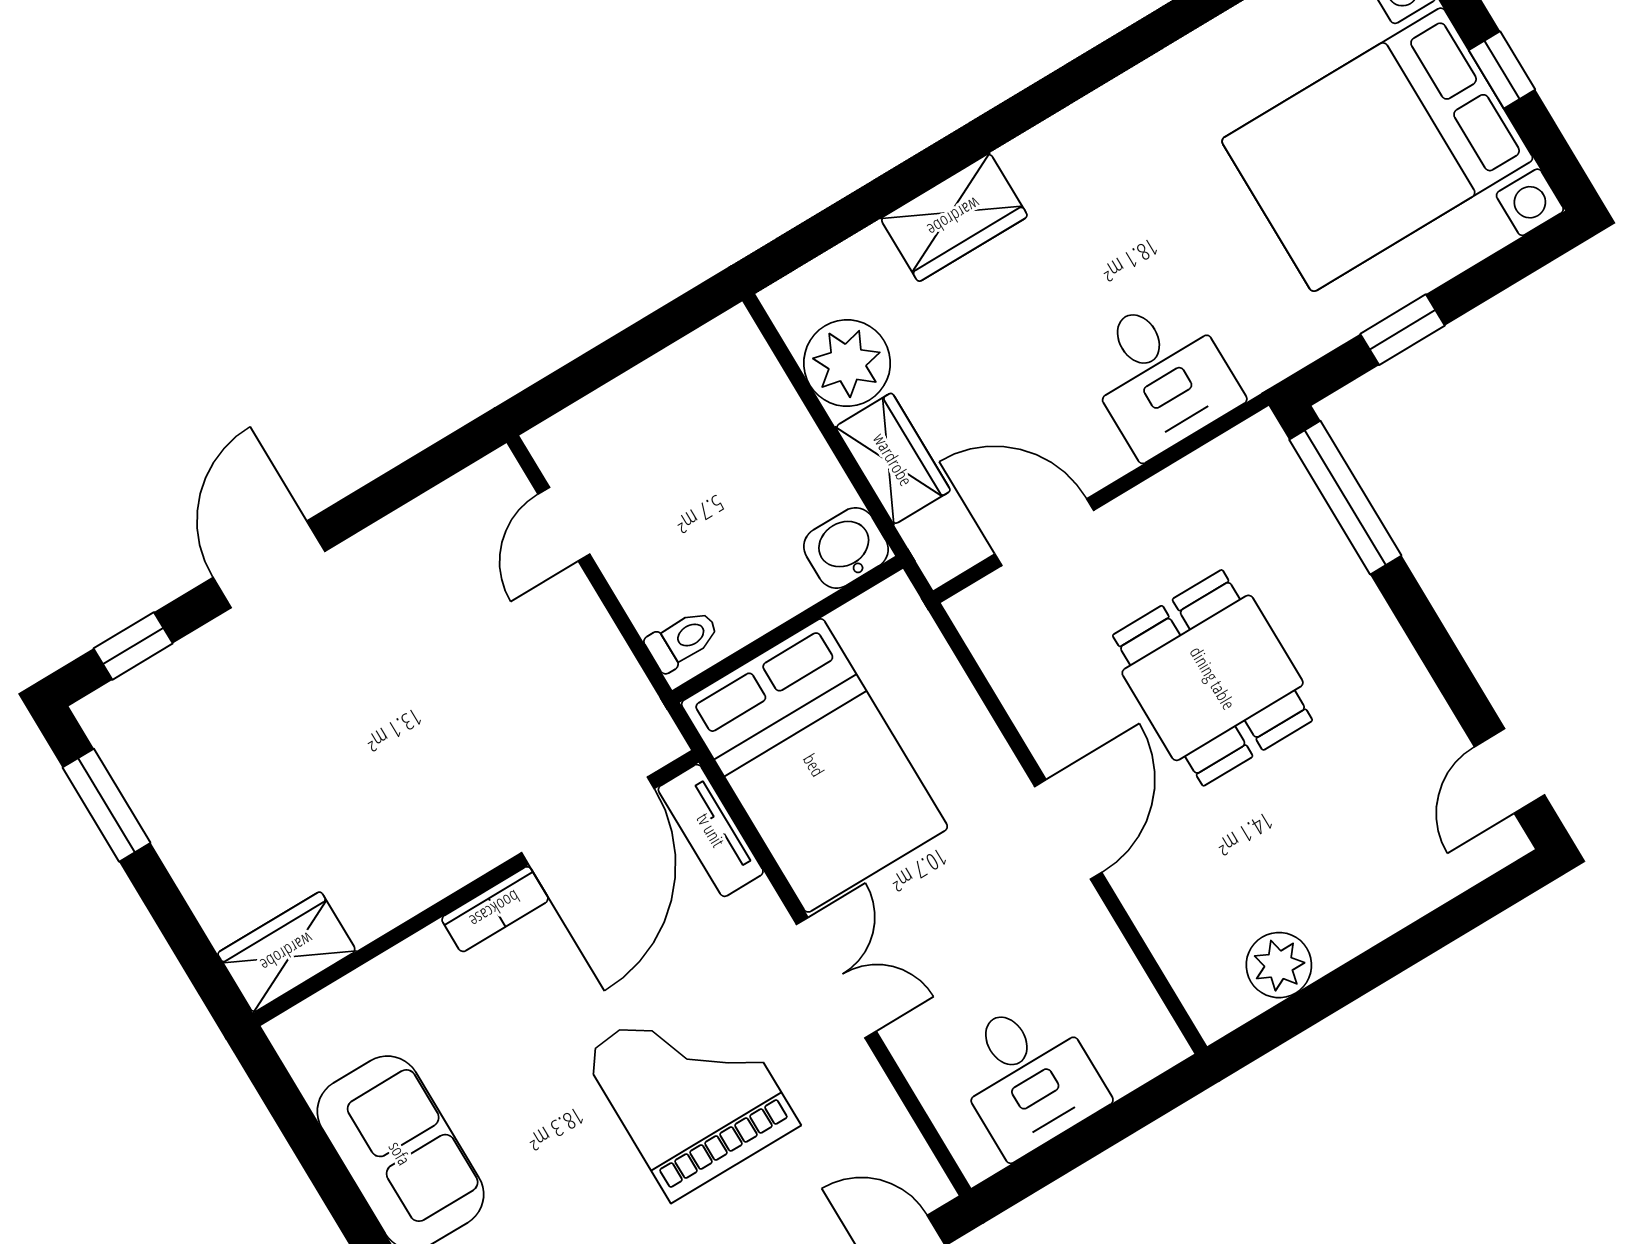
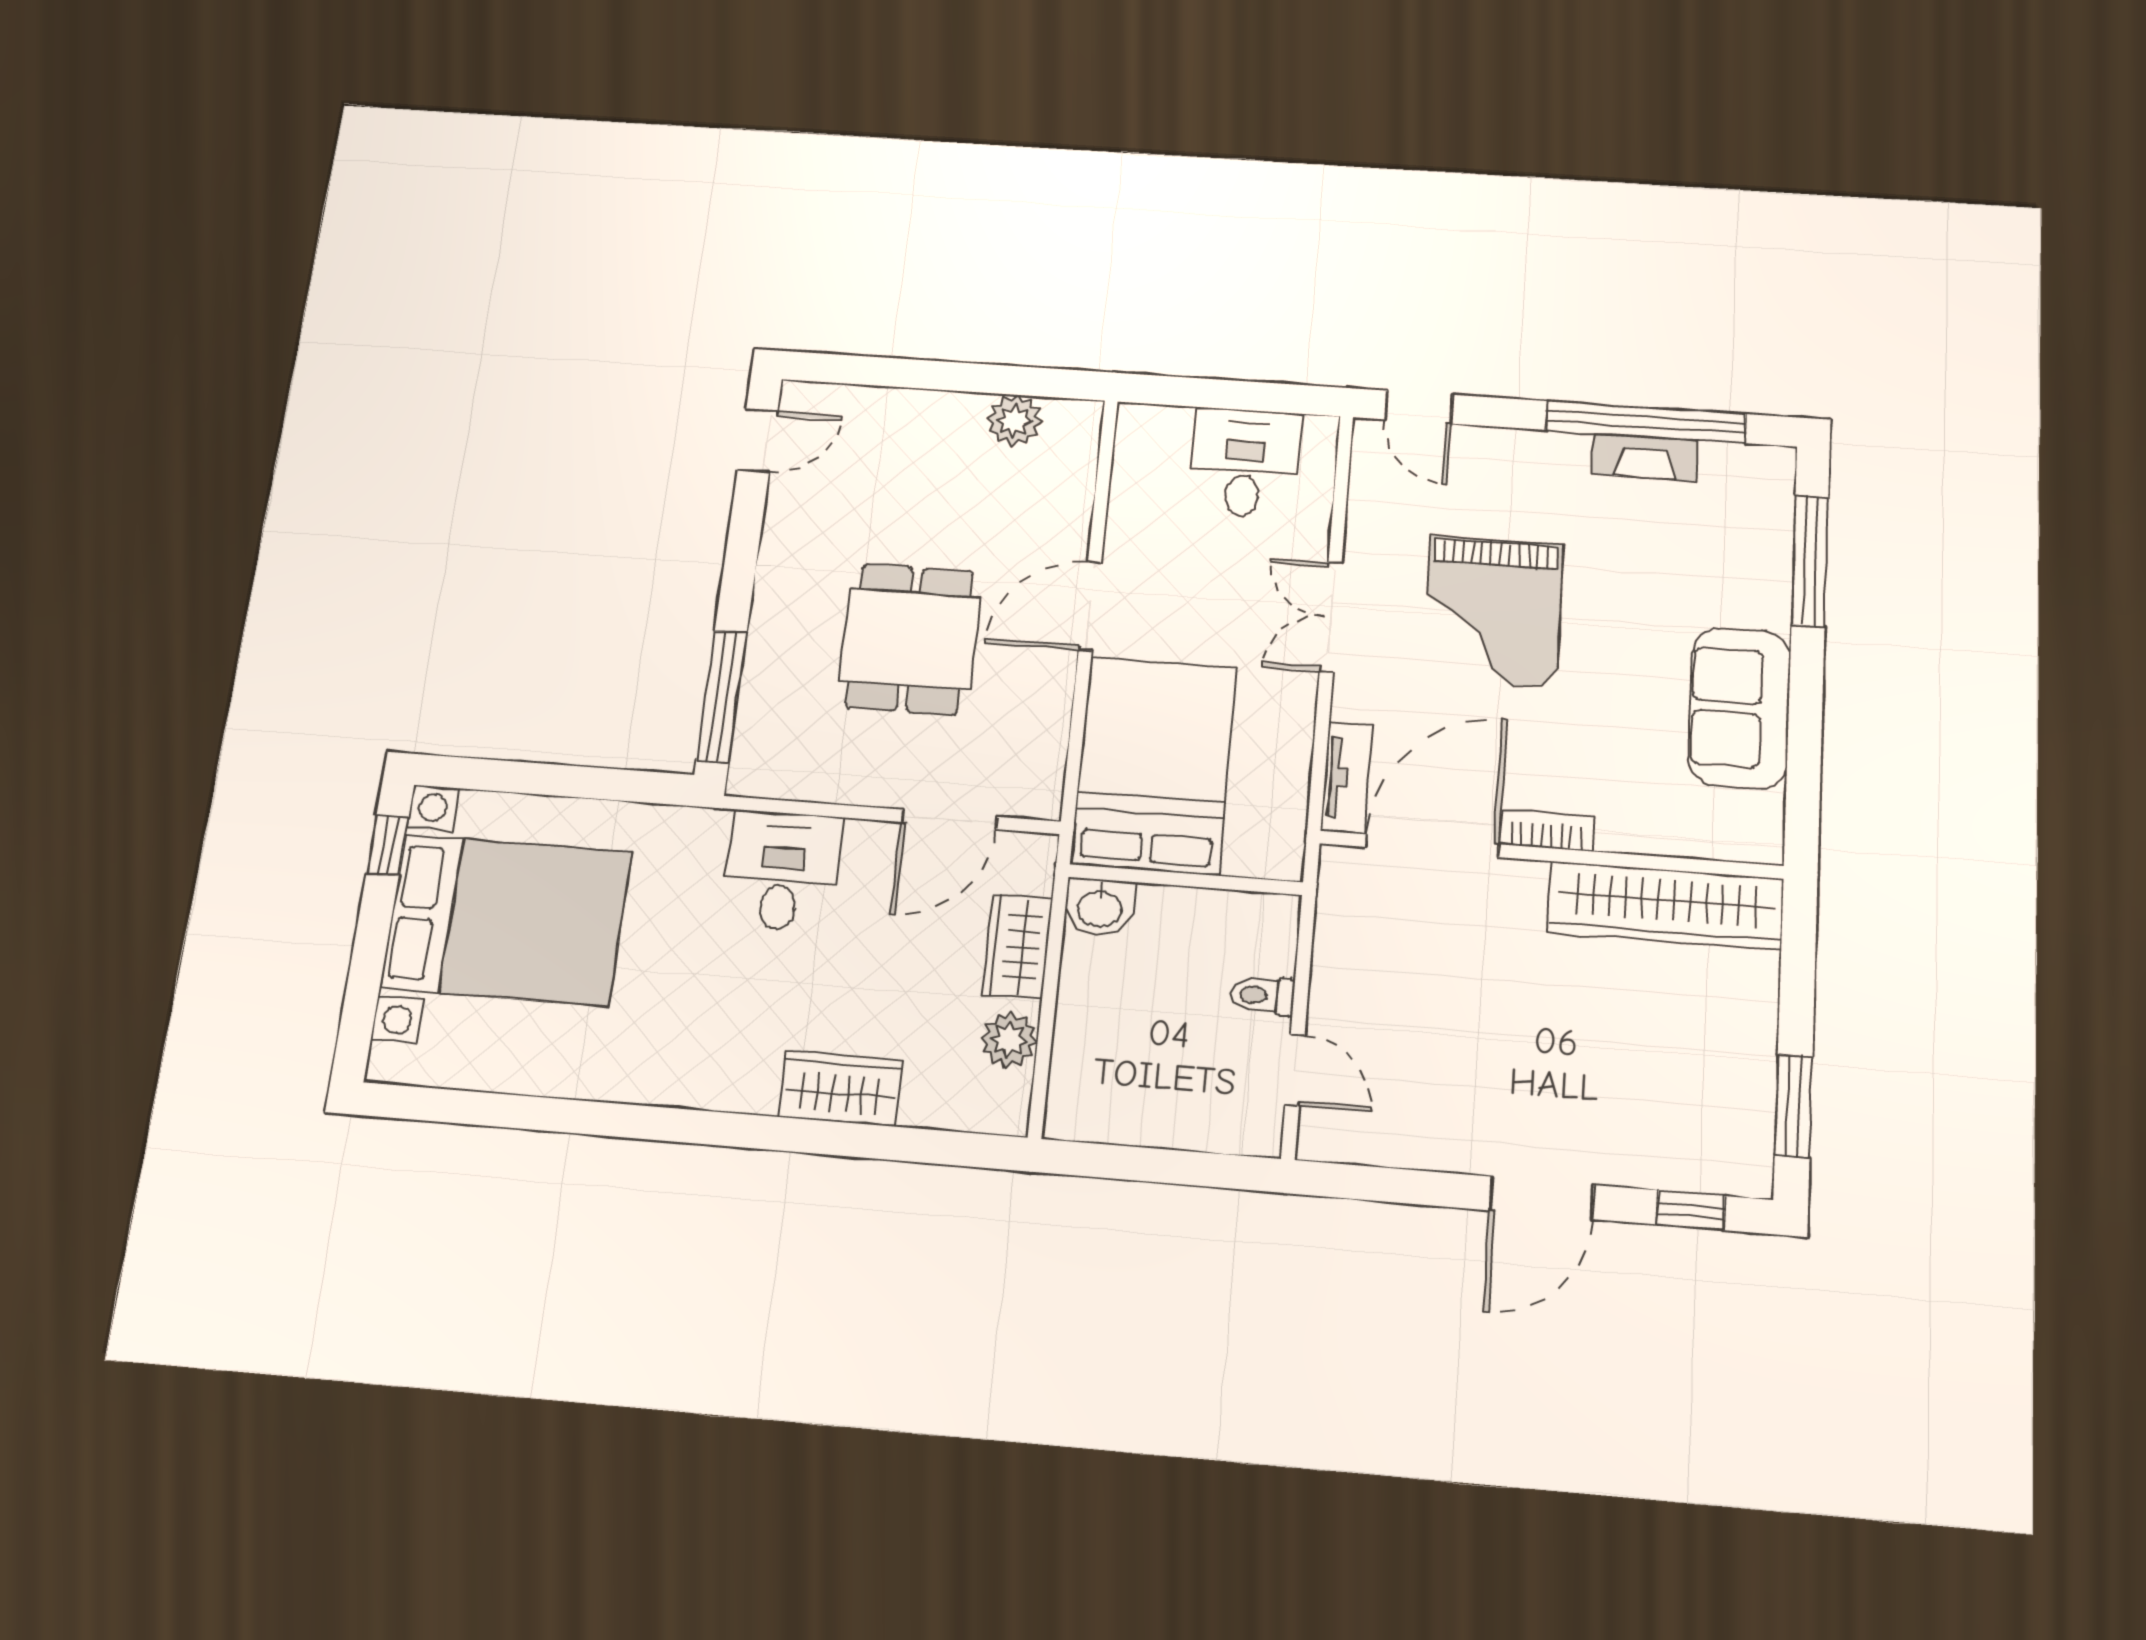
window: (1502, 70) -> (388, 845), moved
window: (1403, 330) -> (590, 783), removed
plant: (847, 363) -> (1009, 1040), width x0.73, depth x0.73
door: (564, 524) -> (1295, 1070), hinge flipped
door: (1044, 532) -> (949, 819), hinge flipped
toilet: (682, 640) -> (1262, 995), moved
bed: (814, 765) -> (1154, 765), moved
wardrobe: (287, 952) -> (1666, 906), width x2.10, depth x1.17

